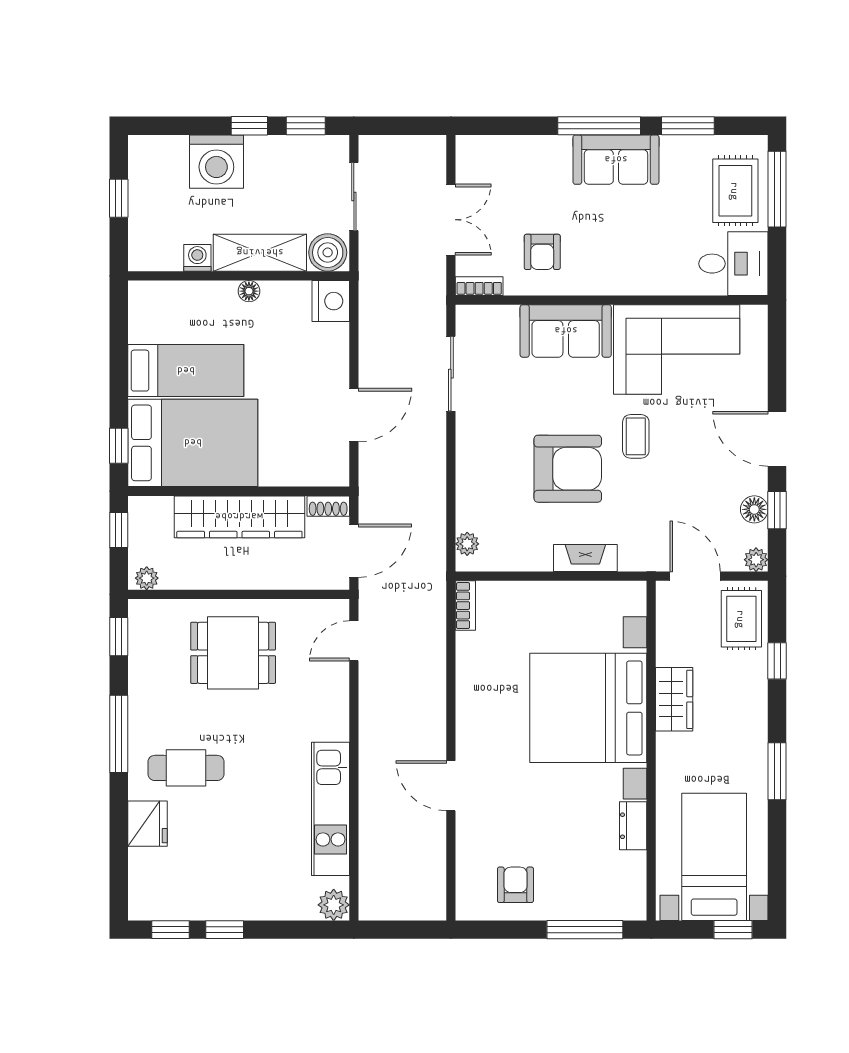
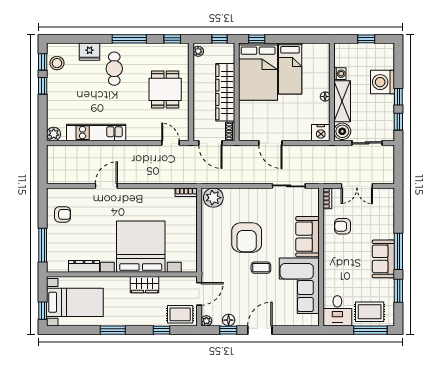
plant: (467, 544) -> (213, 198), width x1.88, depth x1.88
fireplace: (585, 558) -> (207, 245), removed
dresser: (633, 826) -> (84, 266), width x1.44
stool: (173, 897) -> (57, 63), added

